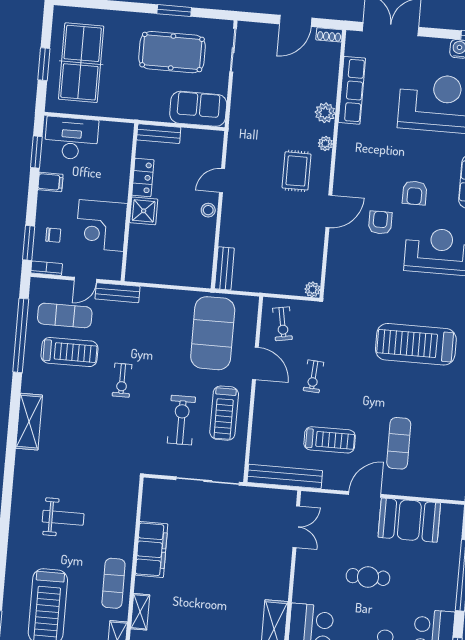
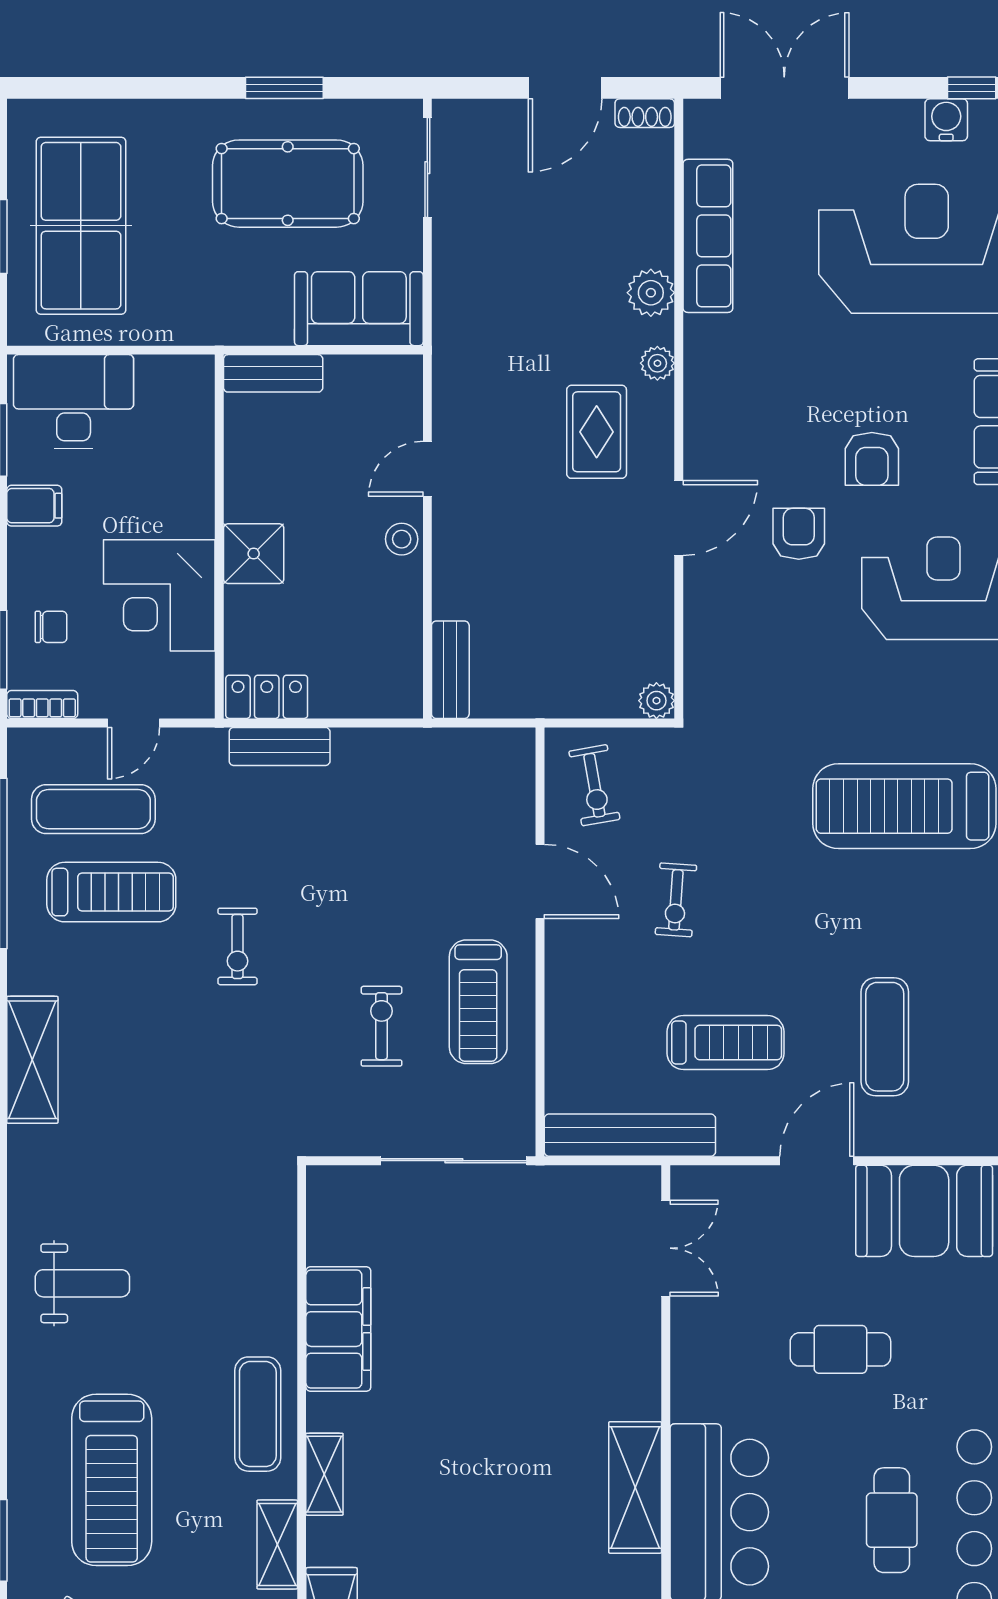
locker: (143, 177) -> (267, 697), moved, turned -90
bench: (117, 293) -> (280, 746), moved
exercise mat: (213, 333) -> (436, 821), removed
exercise bike: (181, 420) -> (382, 1026), width x0.73, depth x0.72
weight bench: (63, 518) -> (82, 1283), moved

